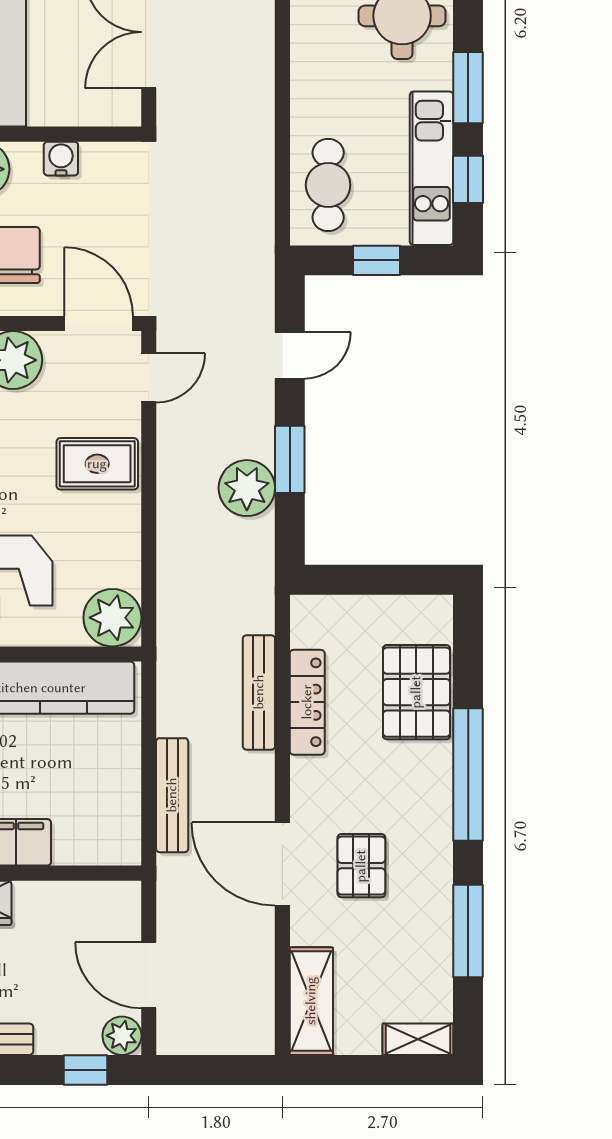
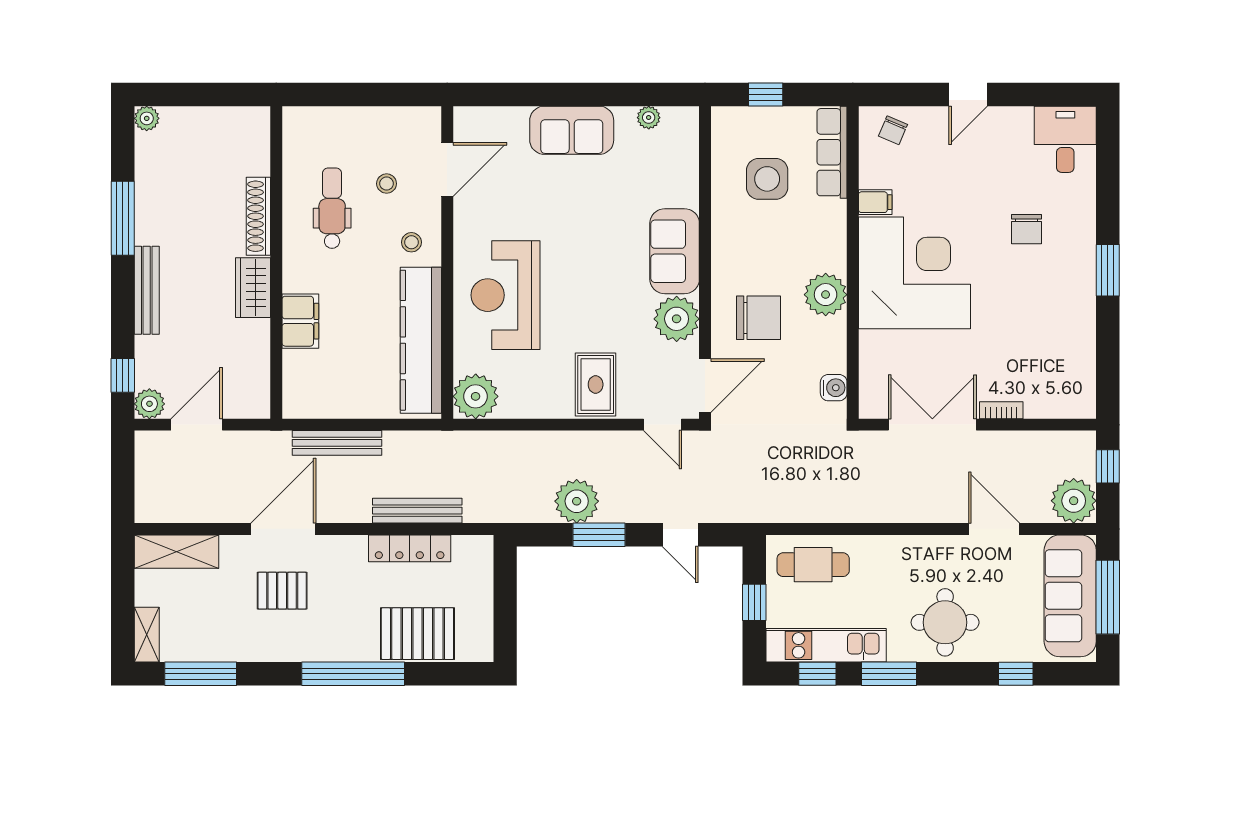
water cooler: (61, 159) -> (834, 388), moved
window: (468, 931) -> (201, 674), moved

